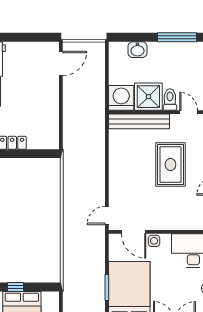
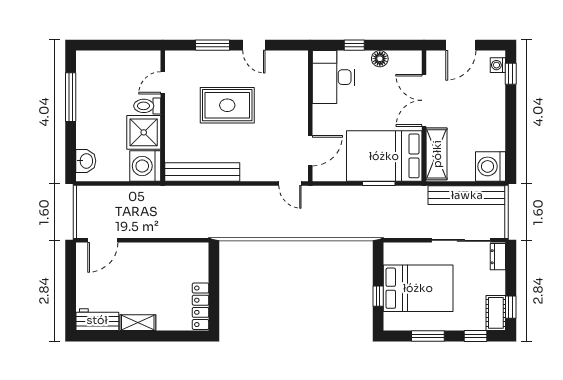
washbasin: (138, 50) -> (86, 161), moved
door: (61, 63) -> (103, 240), swing flipped
bench: (139, 121) -> (202, 172), moved, turned 90
side table: (154, 241) -> (321, 125), removed

